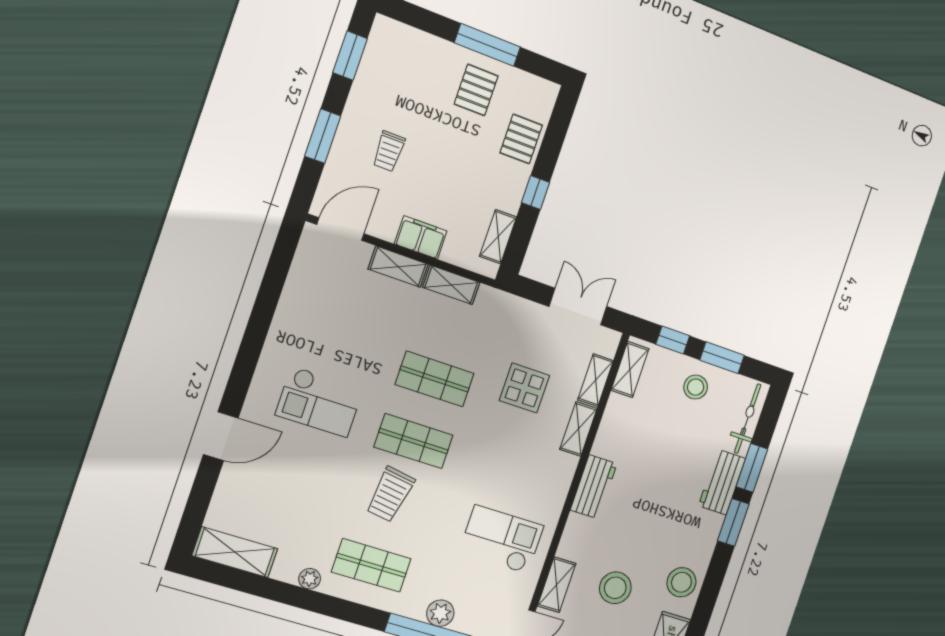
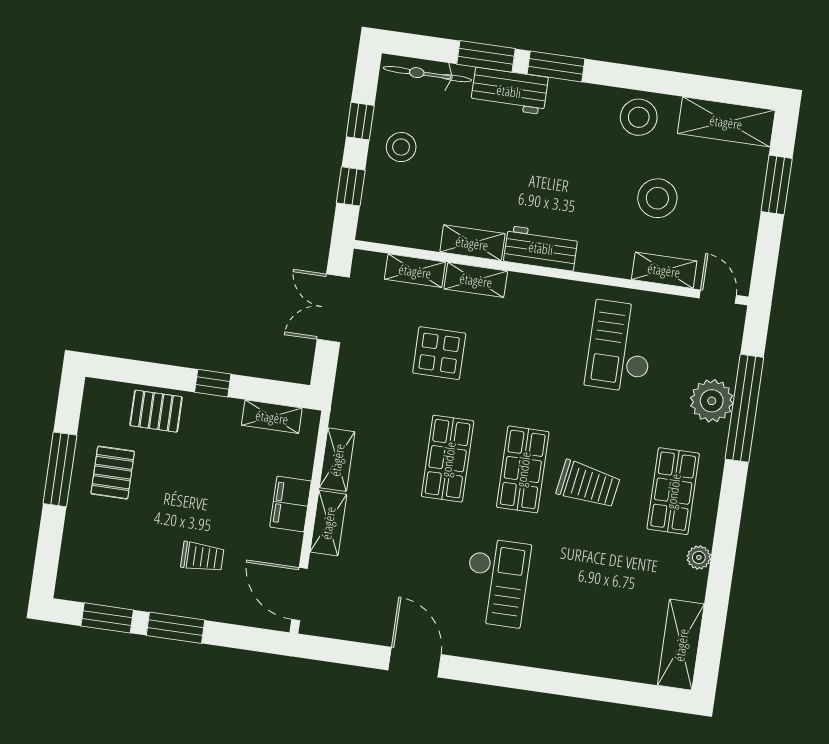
pallet: (476, 90) -> (113, 473), turned 90
window: (323, 136) -> (175, 628), moved
window: (722, 358) -> (360, 121), width x0.67
shelving: (630, 369) -> (472, 243), moved
door: (221, 436) -> (415, 662), moved
plant: (440, 613) -> (712, 401), width x1.36, depth x1.36

